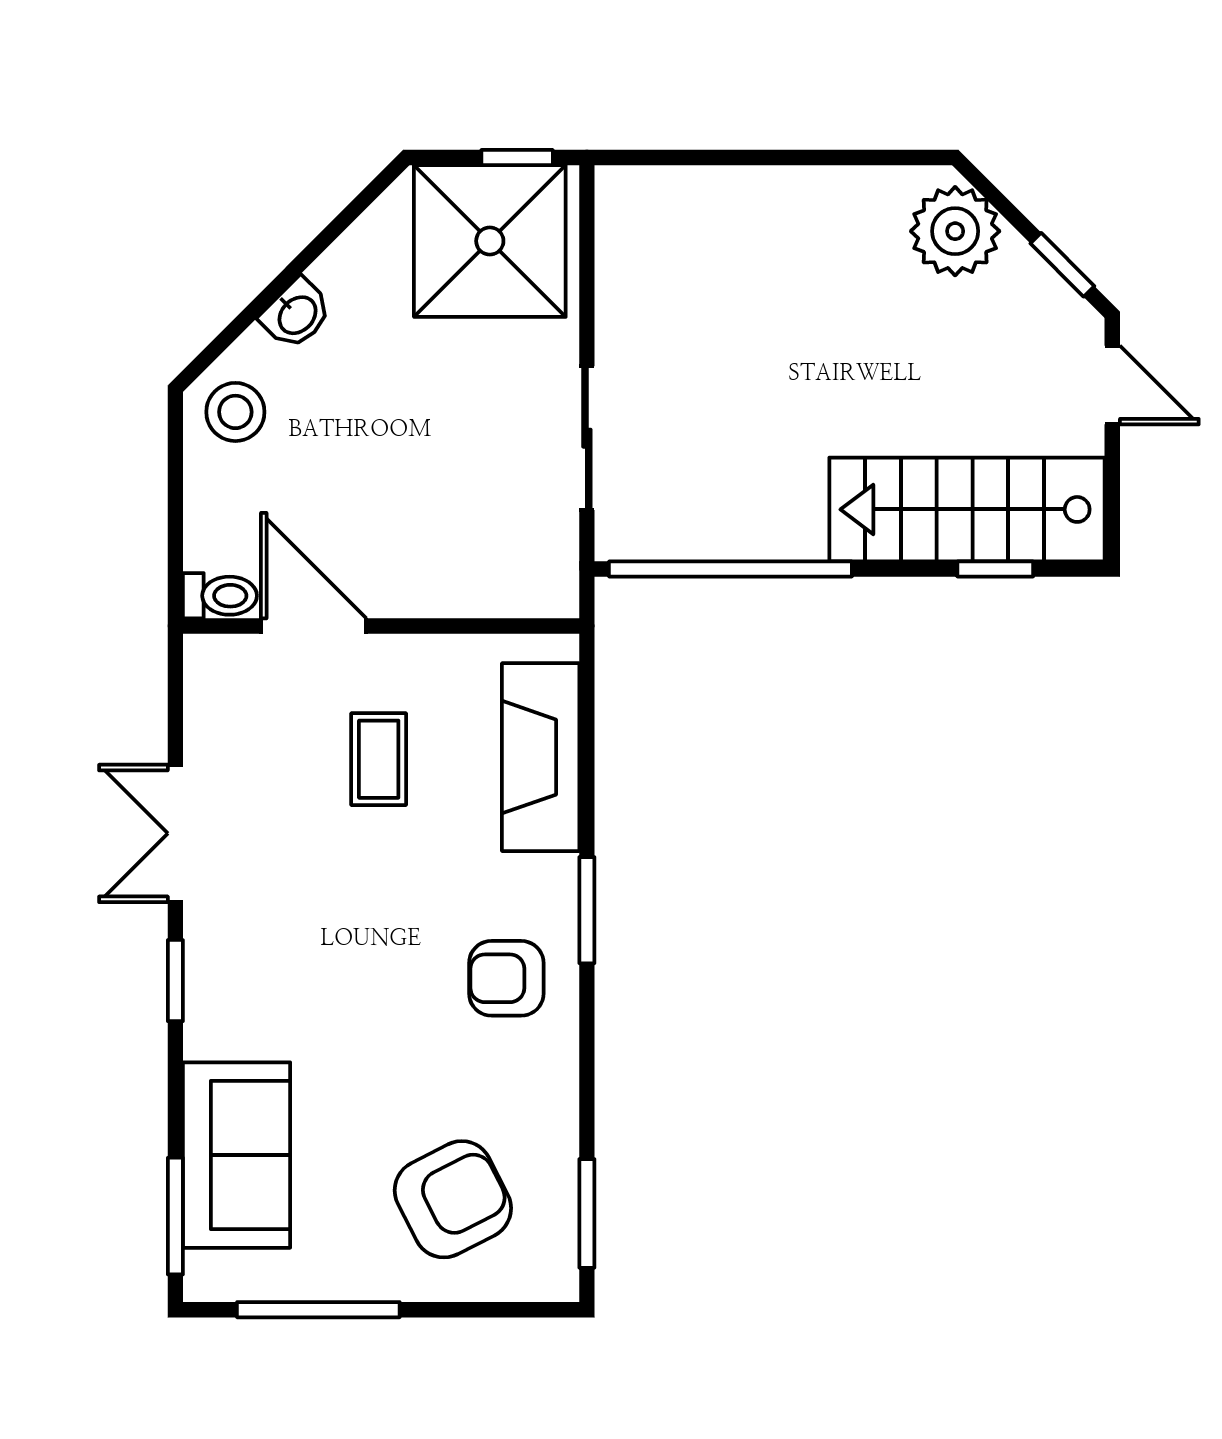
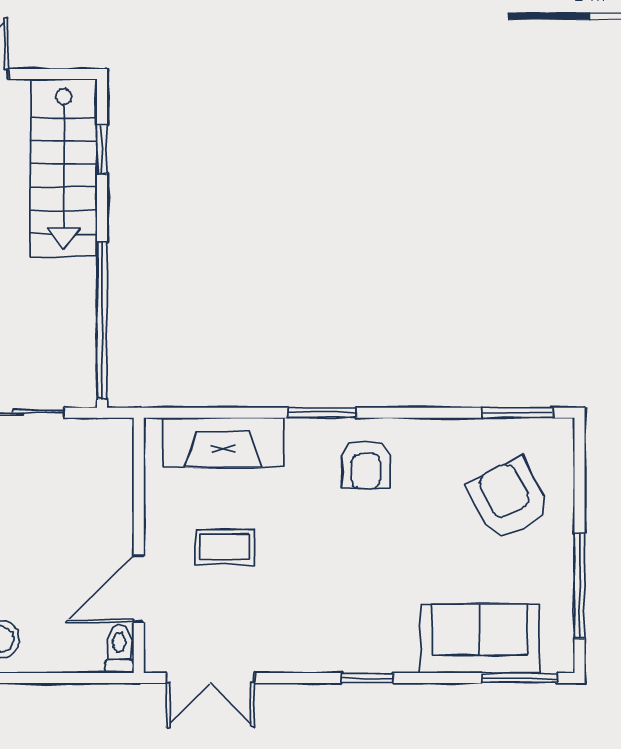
double door: (175, 833) -> (211, 678), moved

